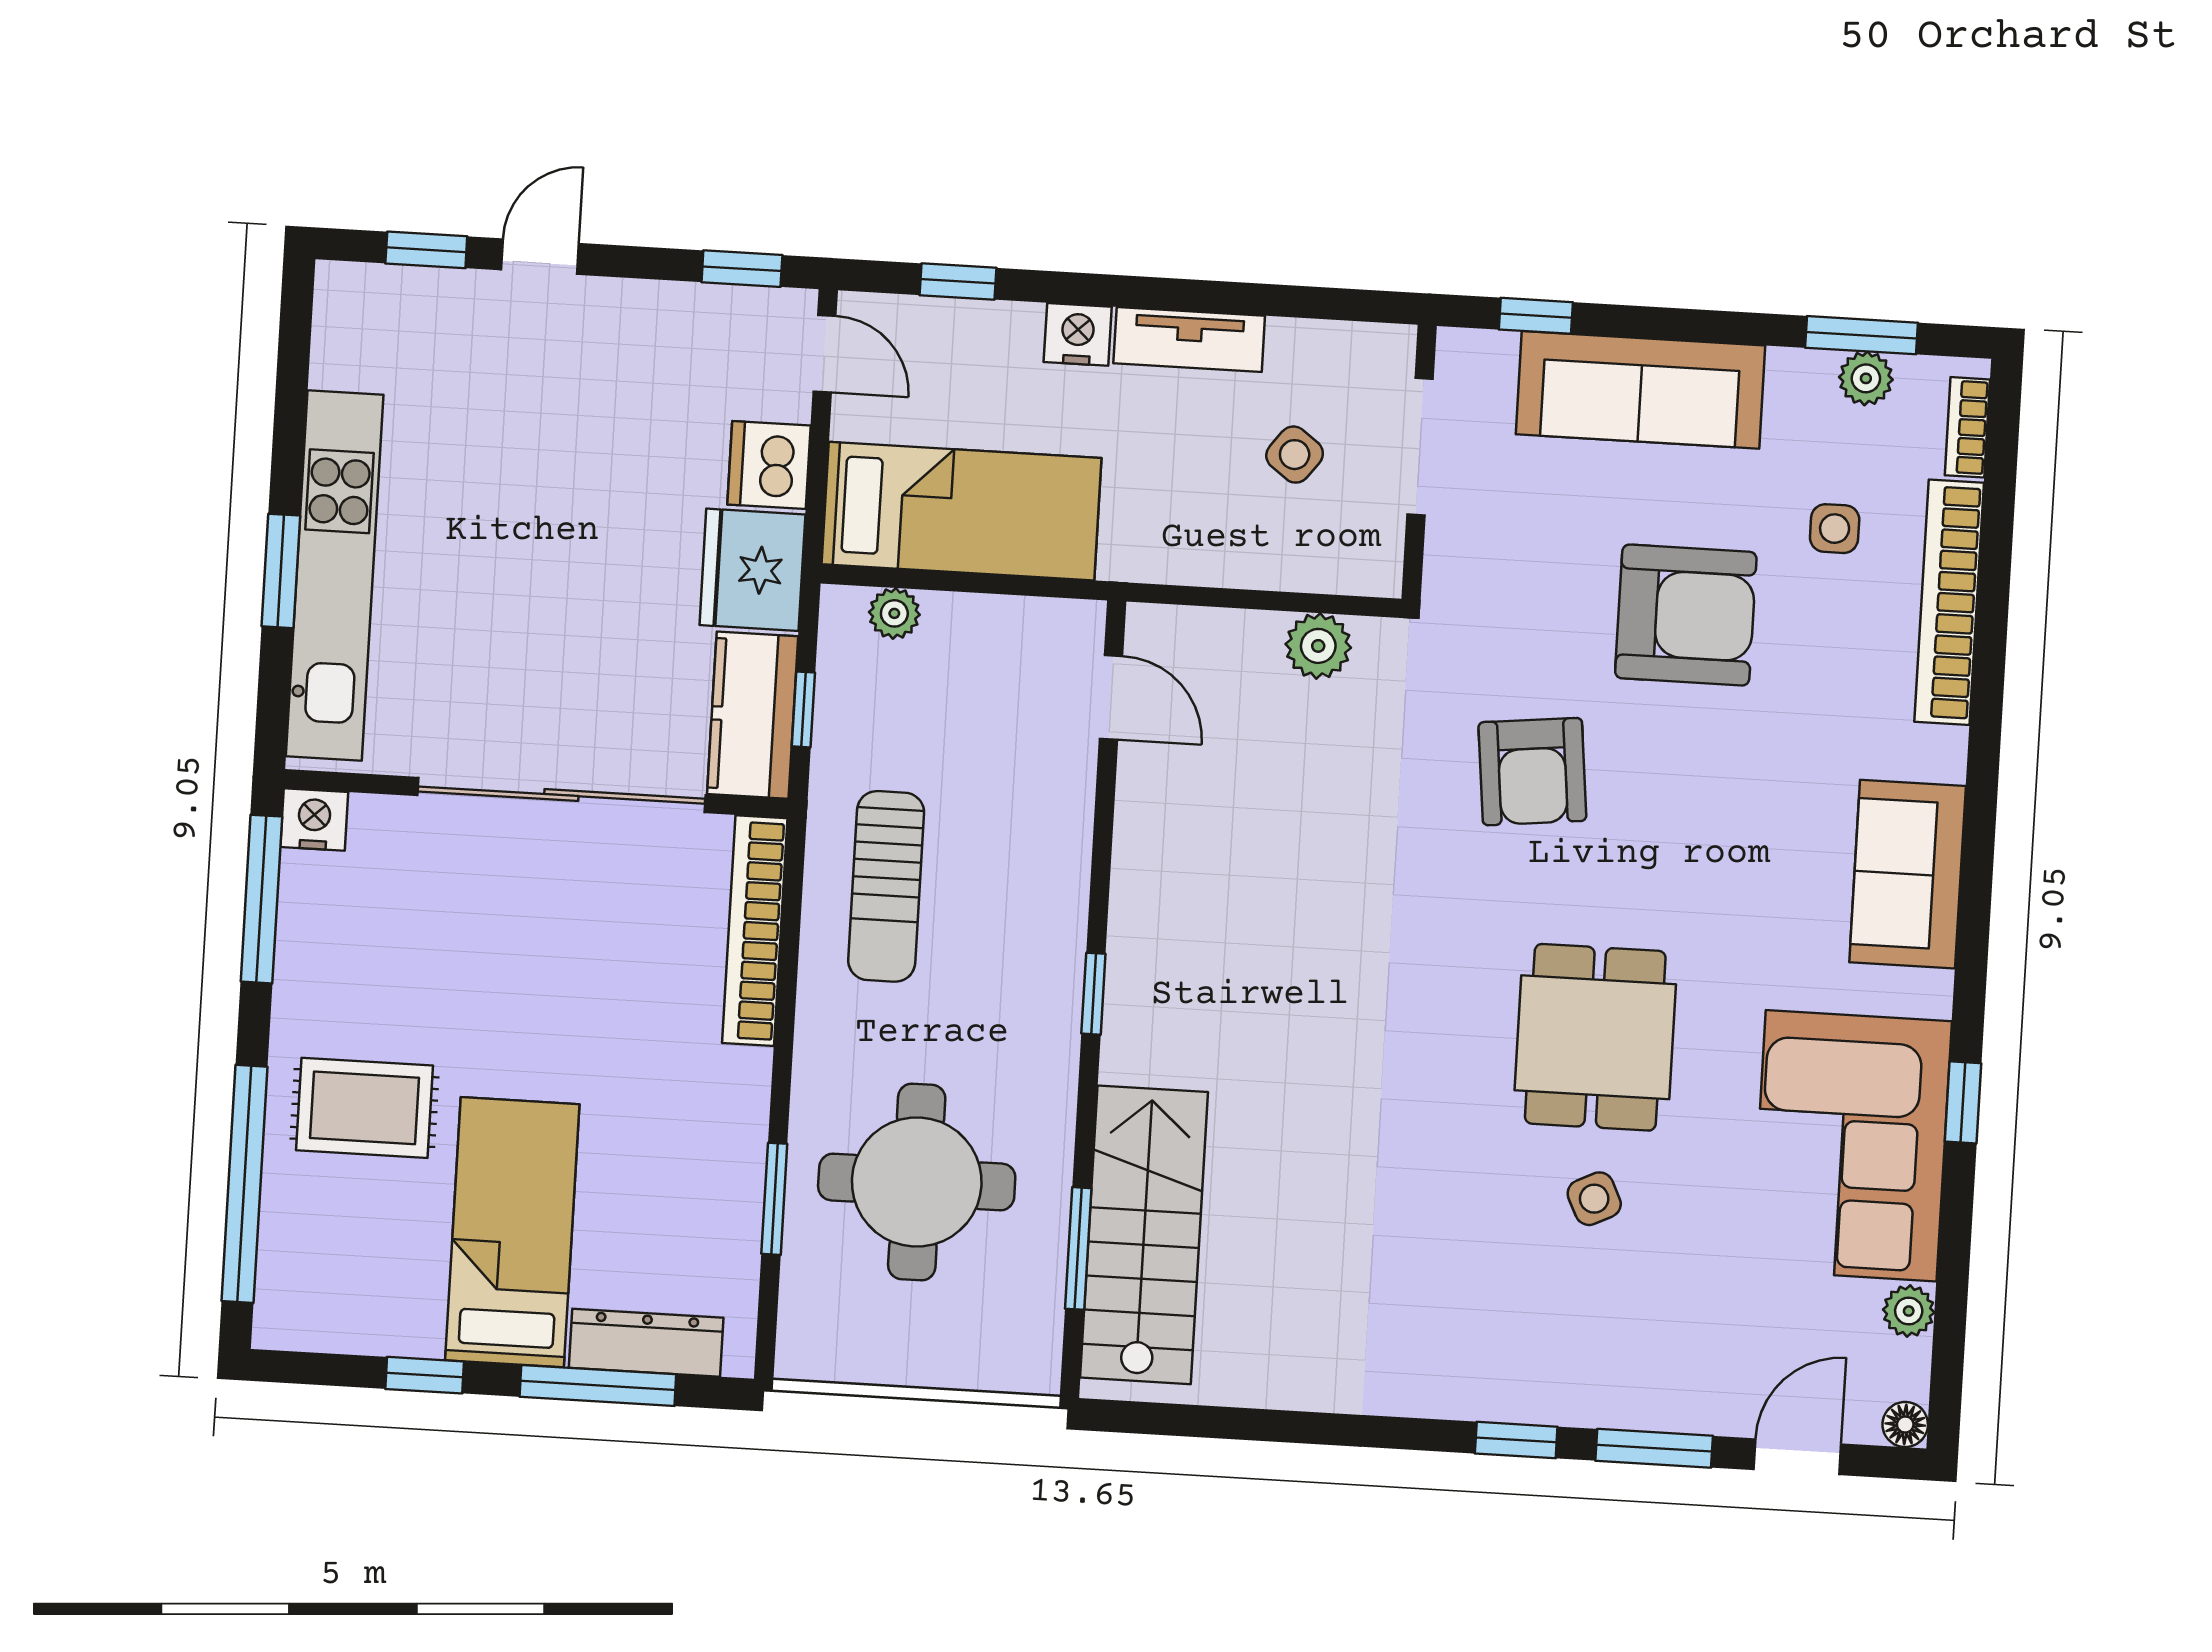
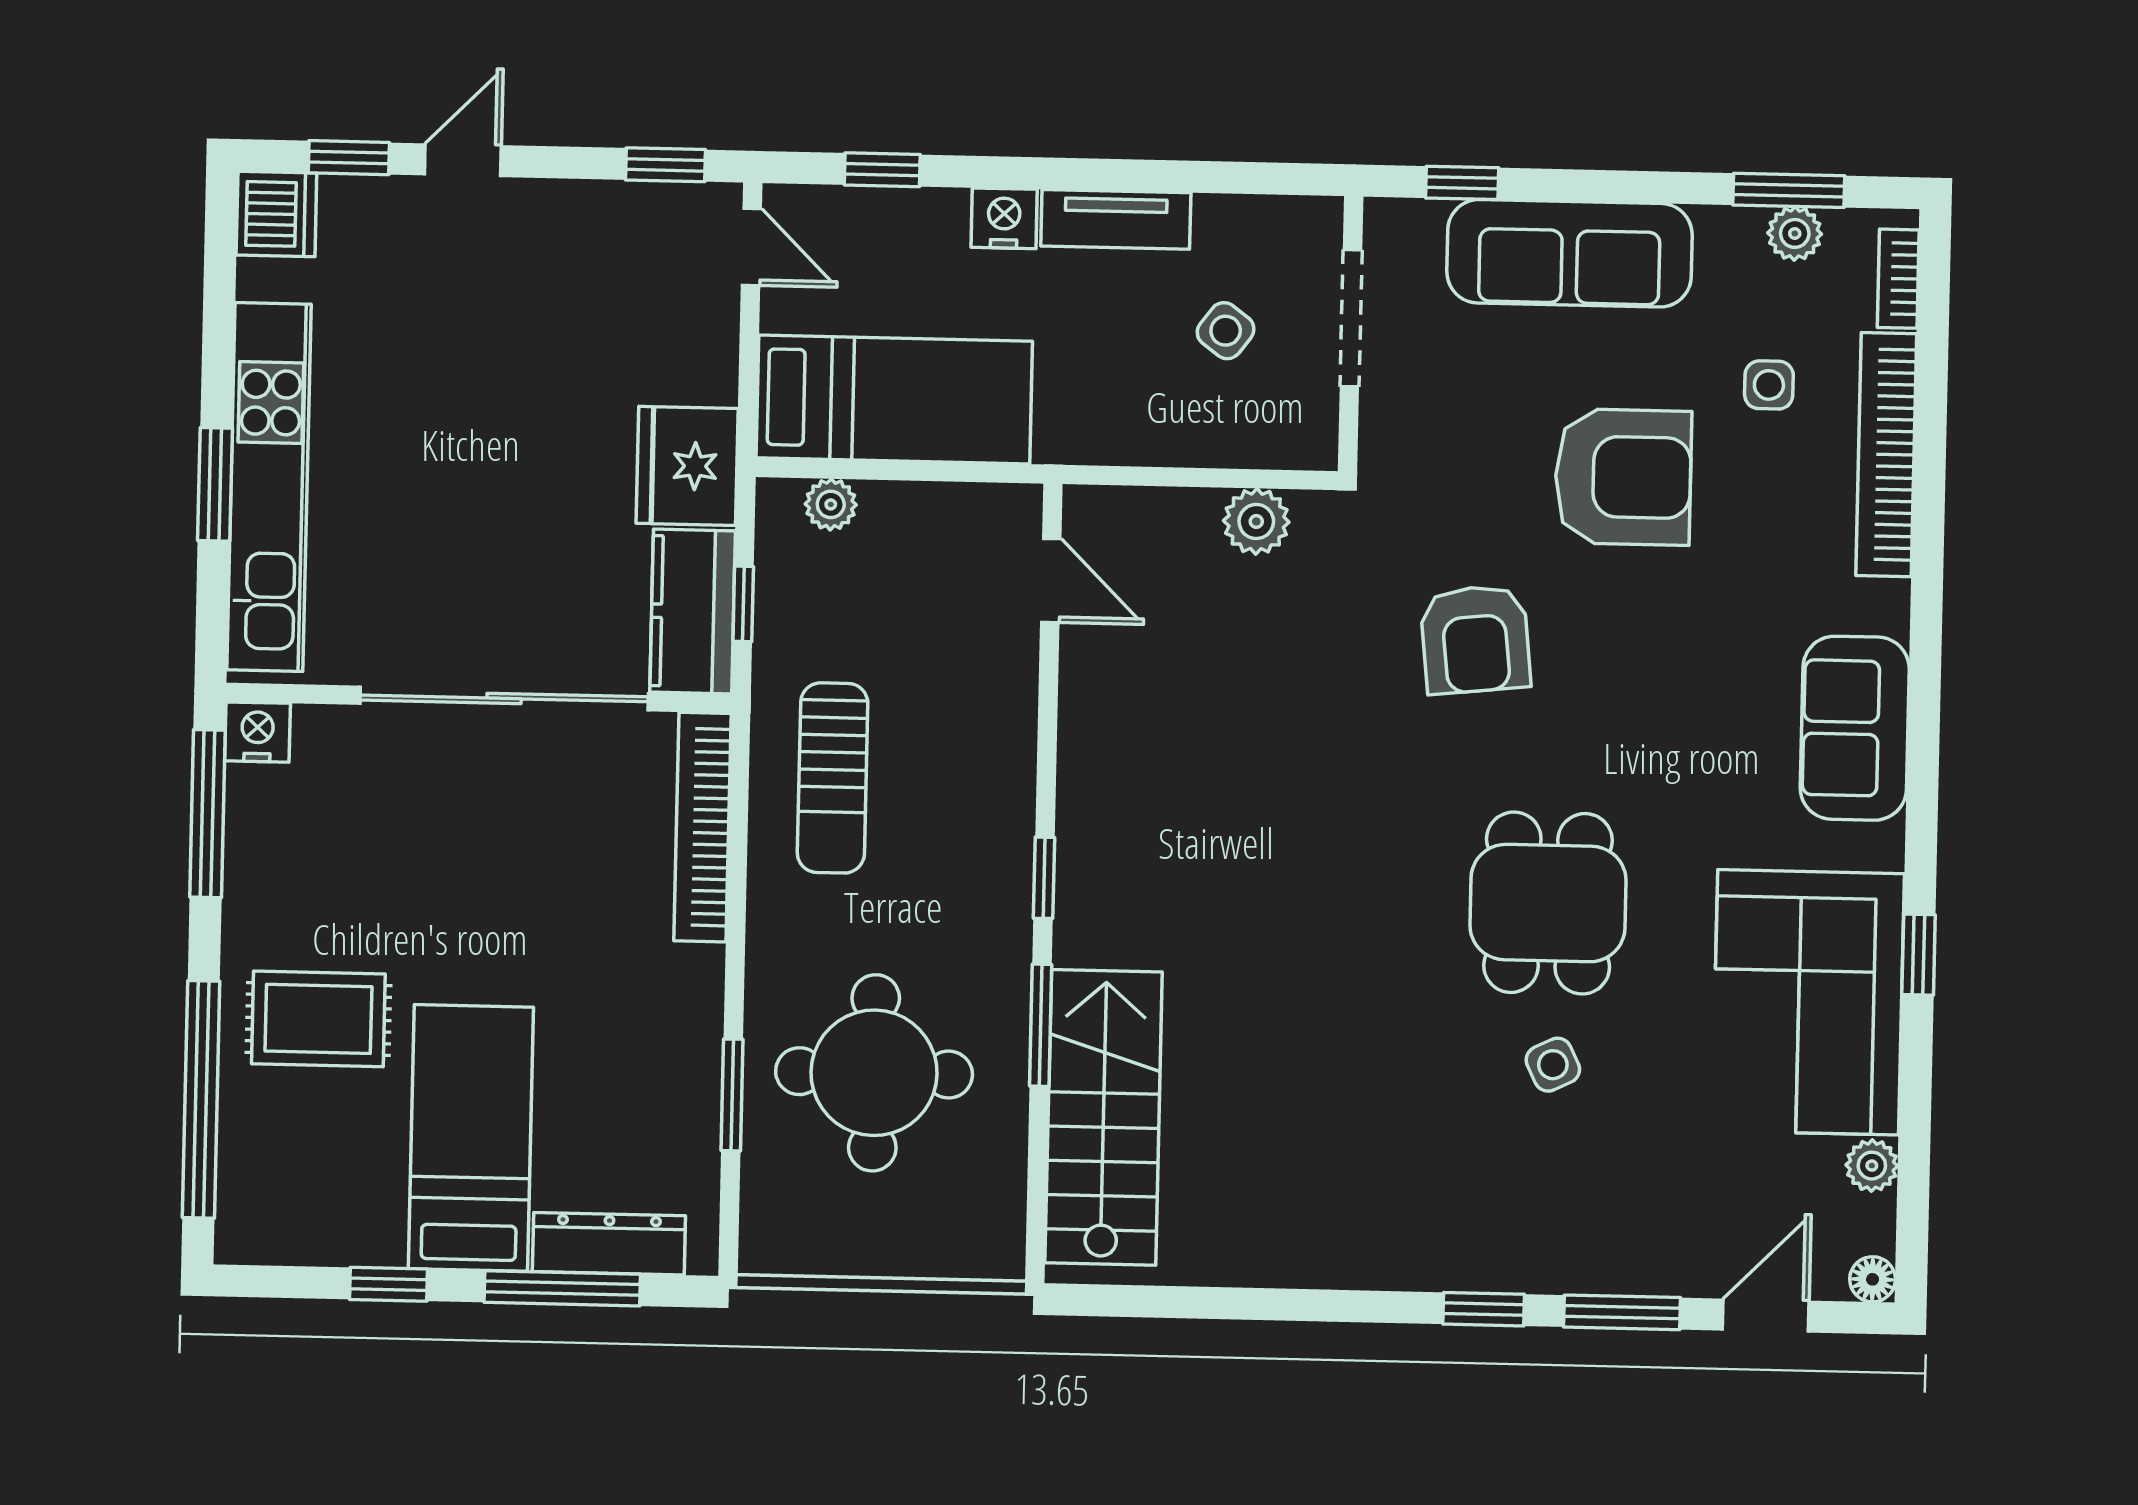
dishwasher: (769, 465) -> (276, 214), moved, turned 180
window: (1078, 1248) -> (1041, 1025), moved

